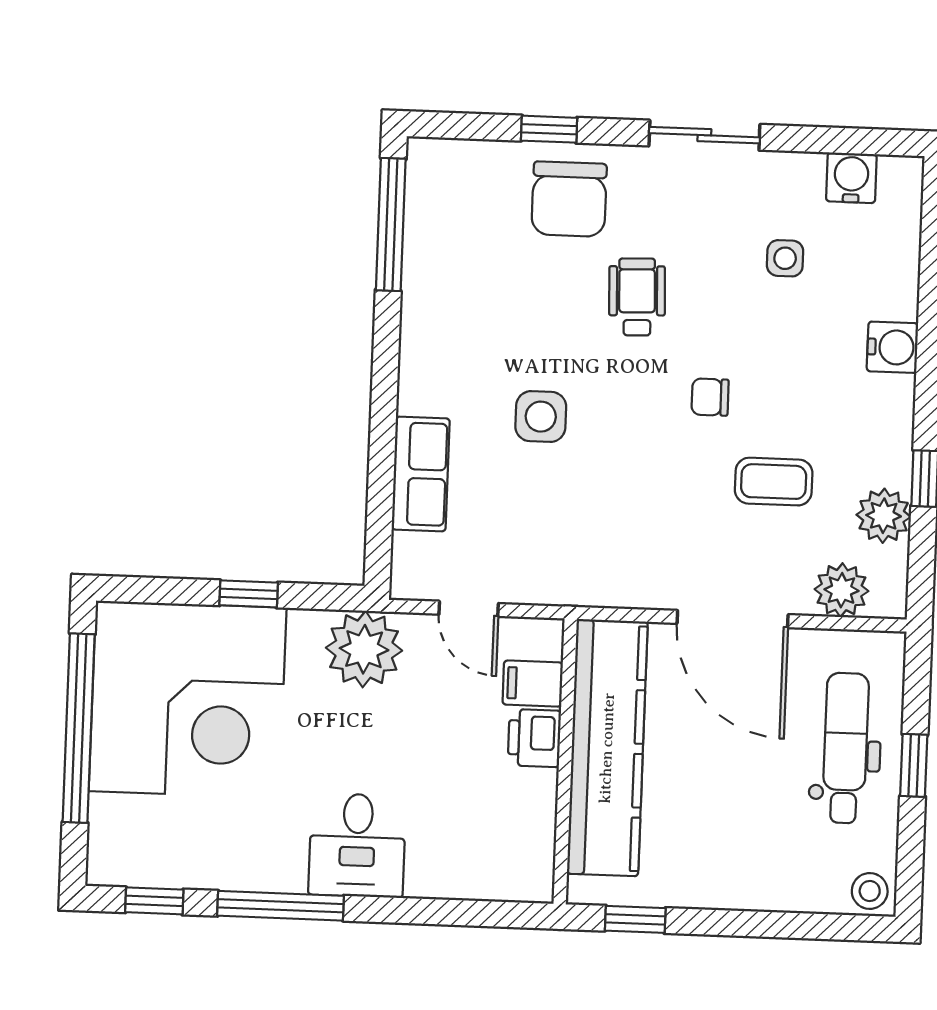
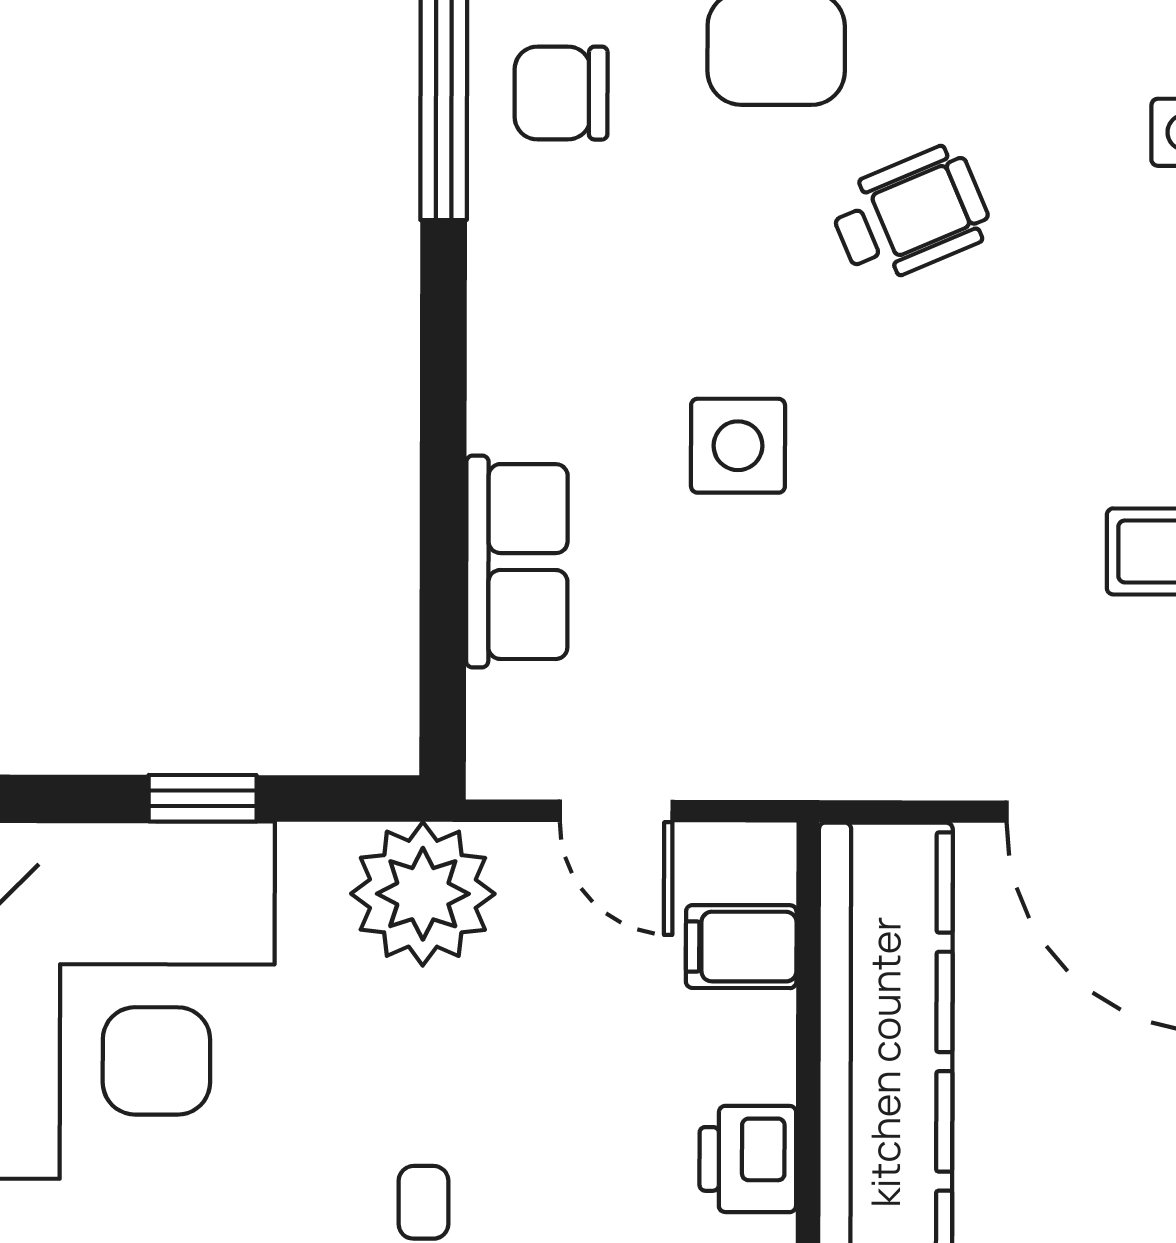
wheelchair: (637, 297) -> (910, 215), turned 69
chair: (710, 397) -> (561, 93), moved, width x1.37, depth x1.37
printer: (534, 738) -> (748, 1159), moved

